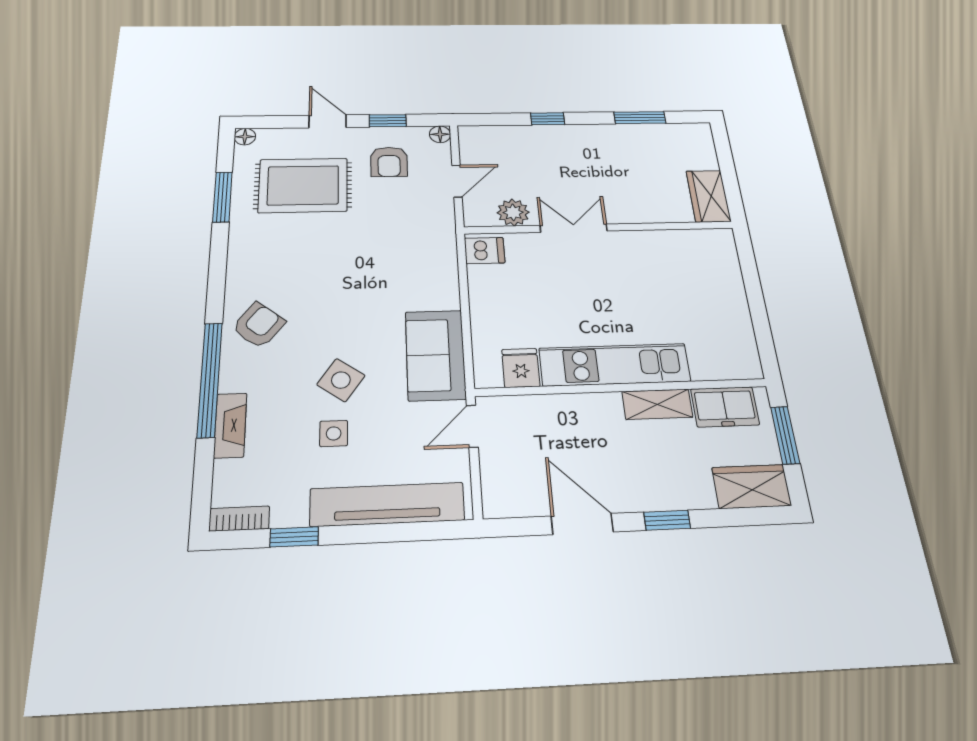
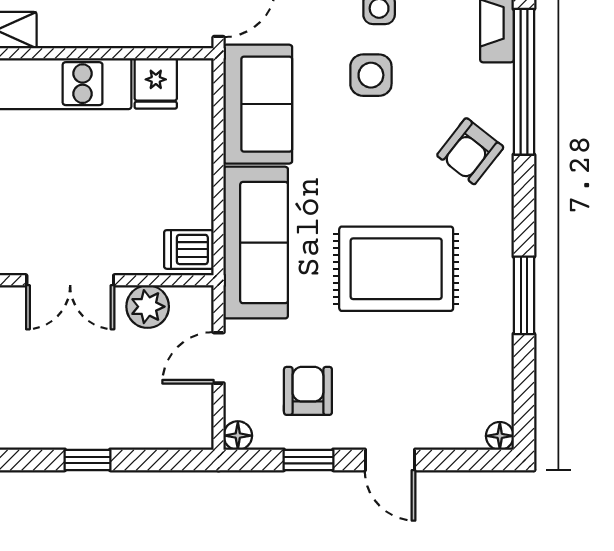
rug: (303, 185) -> (396, 269), moved
window: (222, 197) -> (524, 295), moved
sofa: (433, 256) -> (256, 243), added
side table: (341, 380) -> (371, 75), turned -35

